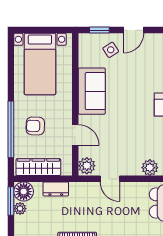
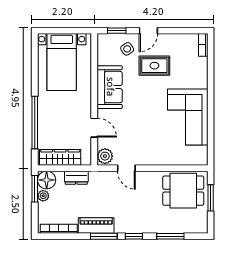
rug: (140, 68) -> (154, 66), added
armchair: (35, 126) -> (57, 119), removed
plant: (150, 168) -> (163, 158), removed

